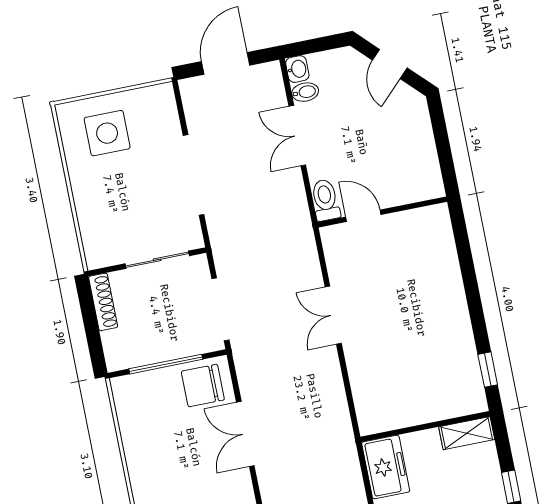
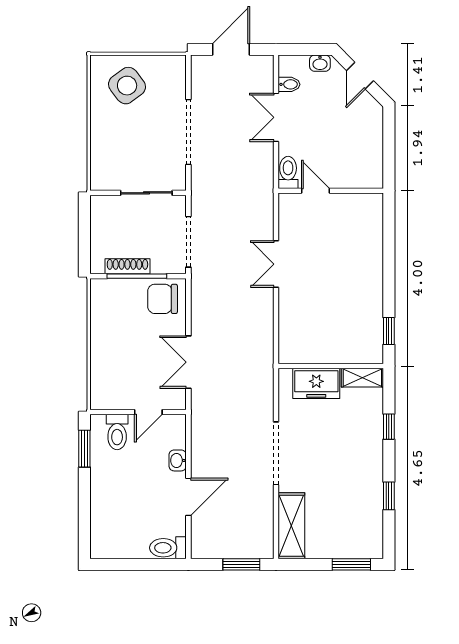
washbasin: (297, 69) -> (320, 63), moved, turned 90
side table: (107, 133) -> (127, 86), turned -37
shoe rack: (103, 302) -> (127, 266), moved, turned -90
double door: (245, 434) -> (188, 362), moved
freezer: (386, 467) -> (316, 383), moved, turned 90

